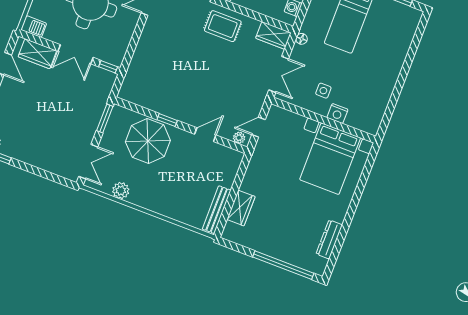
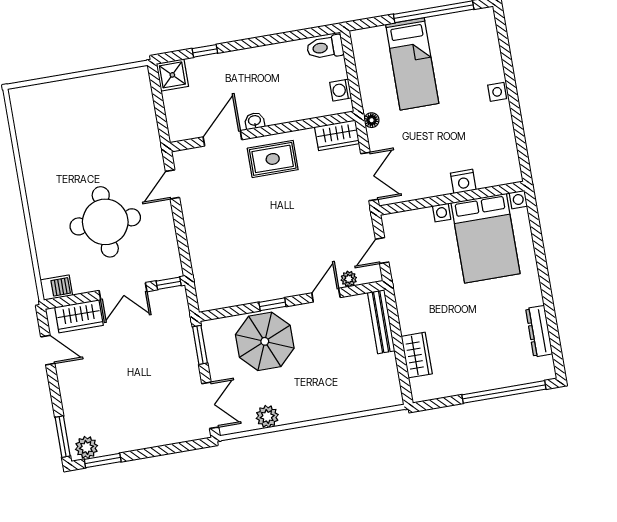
side table: (323, 91) -> (497, 92), moved
plant: (239, 138) -> (349, 279), moved
bench: (217, 210) -> (381, 322), moved

